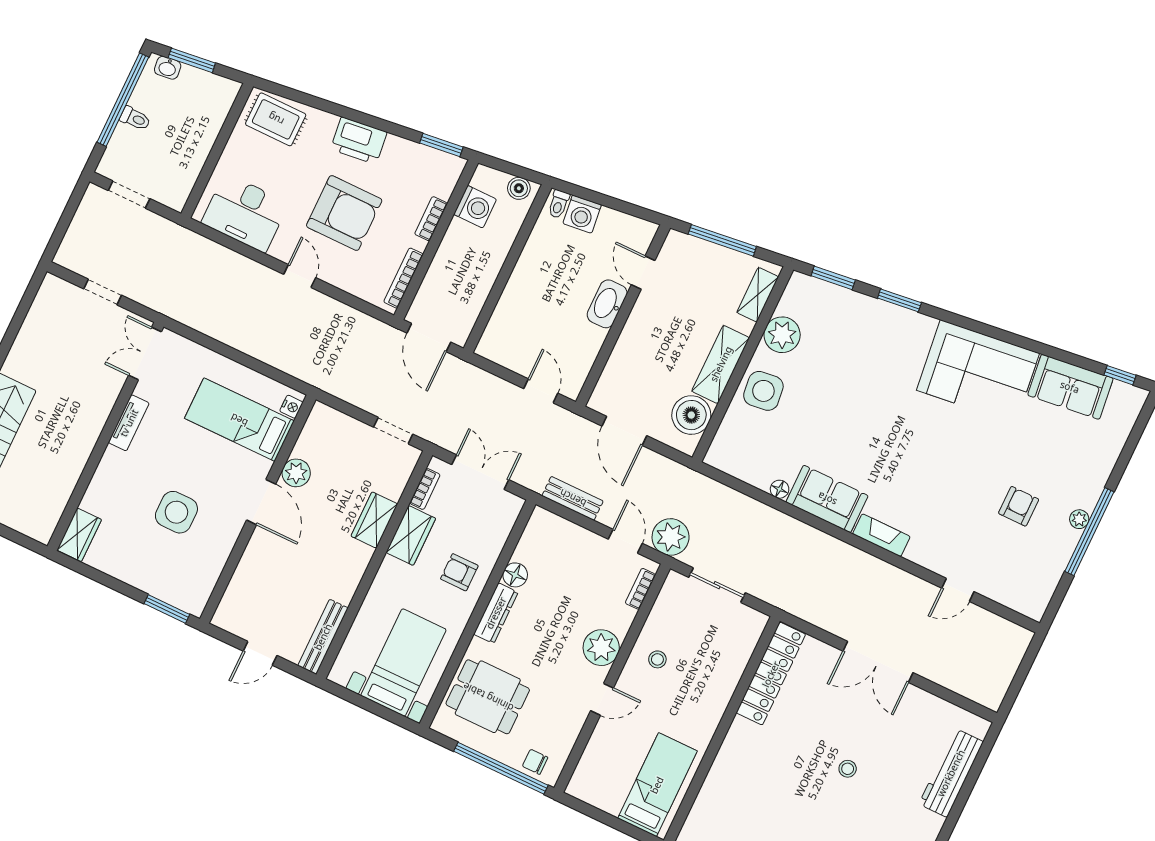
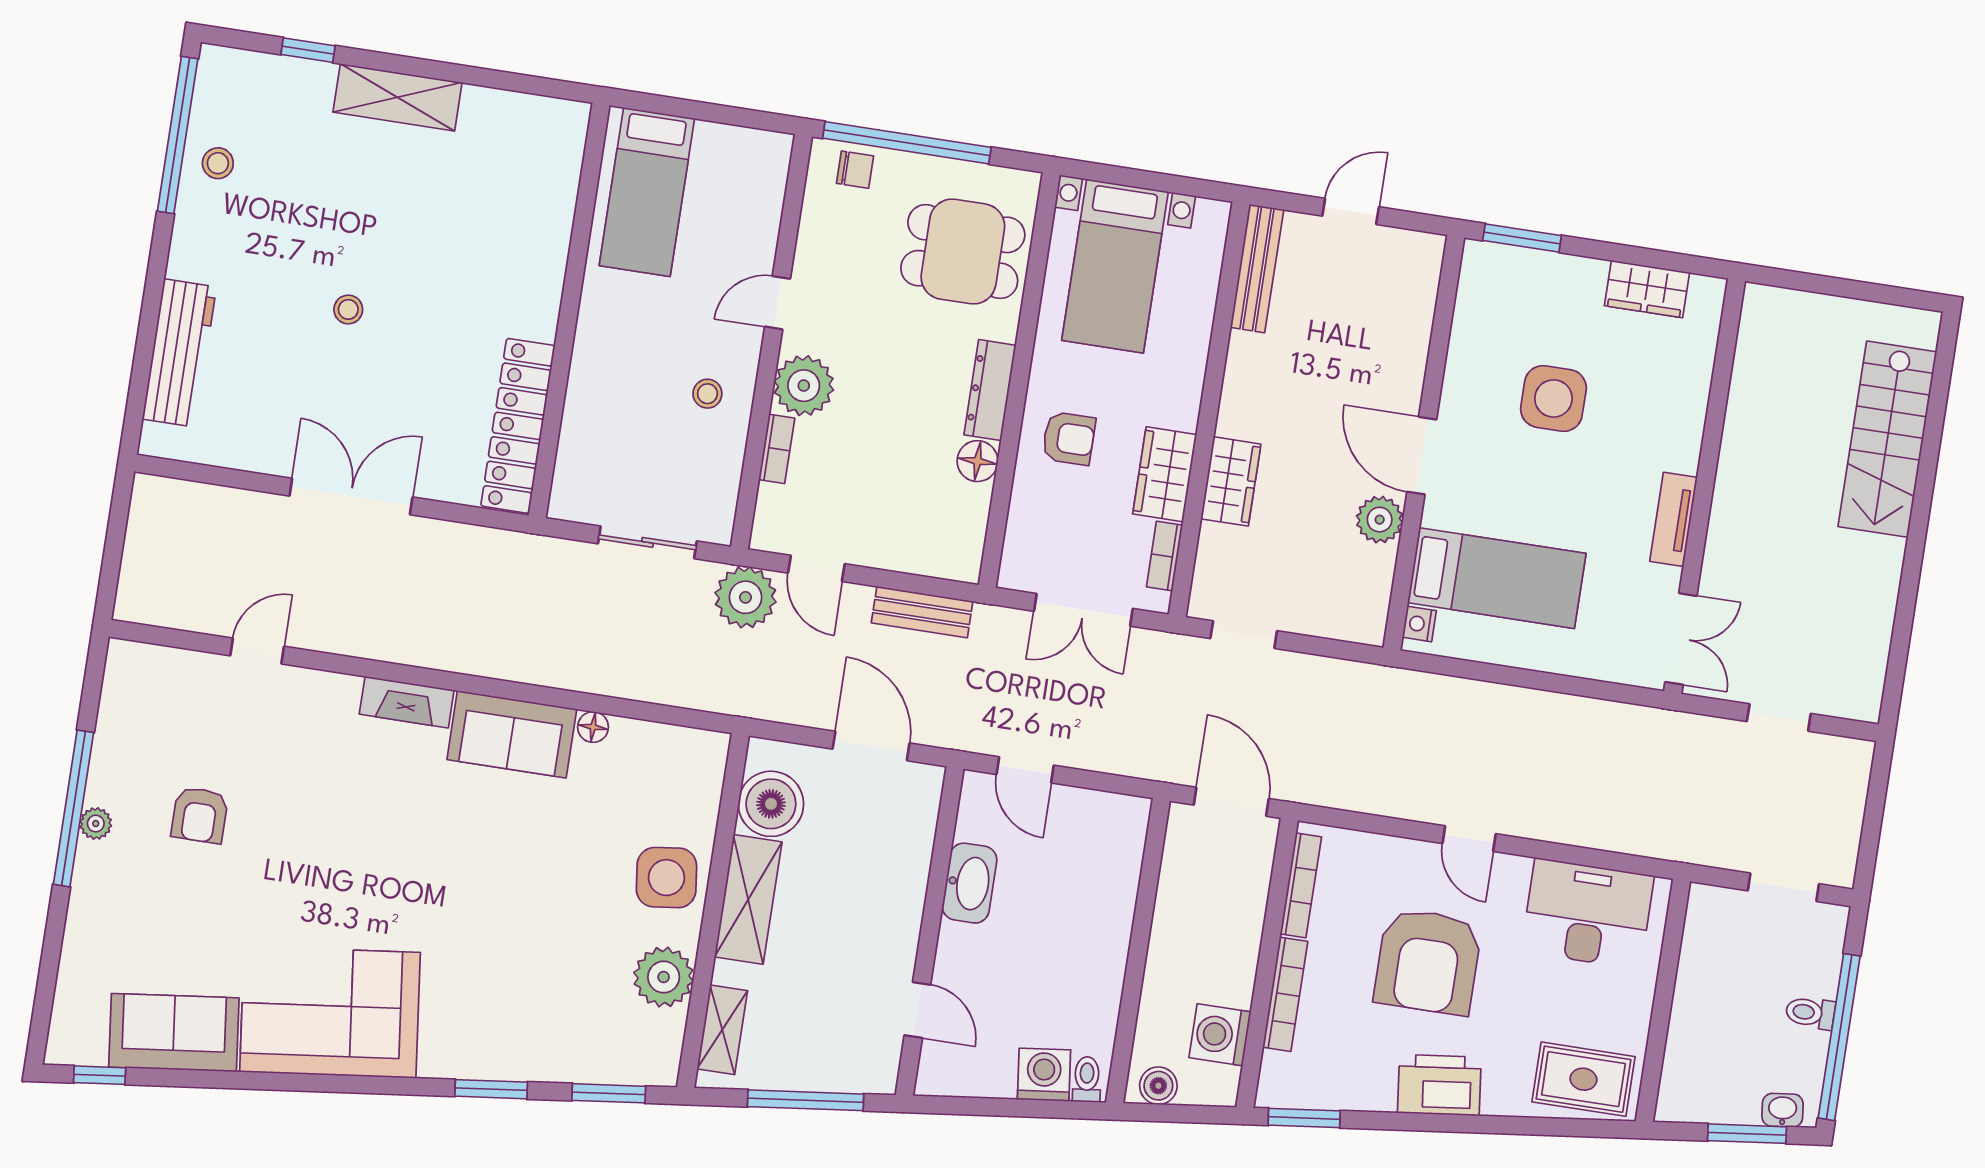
armchair: (344, 213) -> (1428, 961), turned -90
bookcase: (431, 219) -> (1285, 994), width x1.56
washbasin: (607, 304) -> (969, 883), moved
wardrobe: (79, 535) -> (1647, 289), moved, turned -90
bookcase: (640, 589) -> (777, 449), moved

